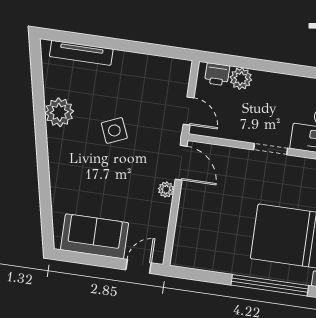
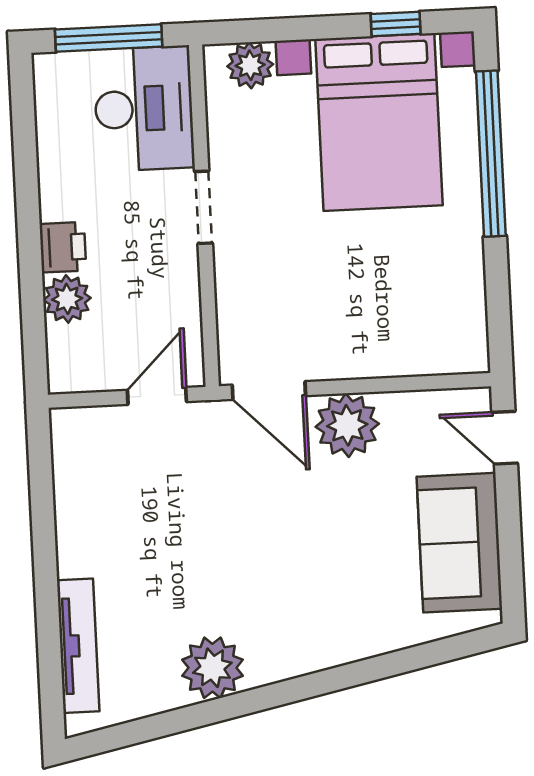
printer: (217, 74) -> (63, 247), moved
side table: (114, 130) -> (228, 544), removed
door: (181, 163) -> (269, 390), swing flipped
plant: (166, 190) -> (347, 425), width x1.87, depth x1.87

